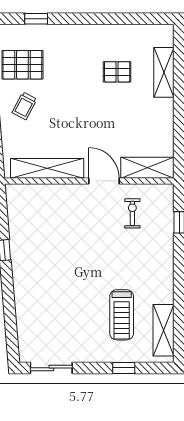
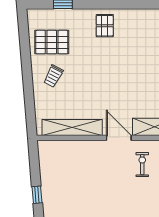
pallet: (117, 72) -> (105, 26), moved, turned 90

